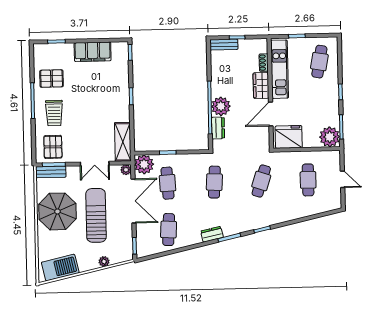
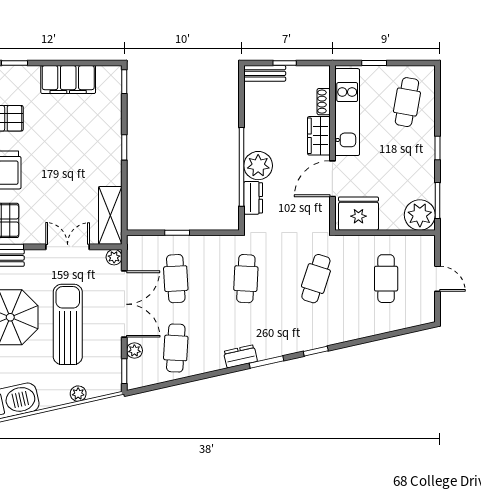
double door: (95, 164) -> (68, 247), swing flipped
plant: (144, 164) -> (134, 350), moved, width x0.53, depth x0.53

